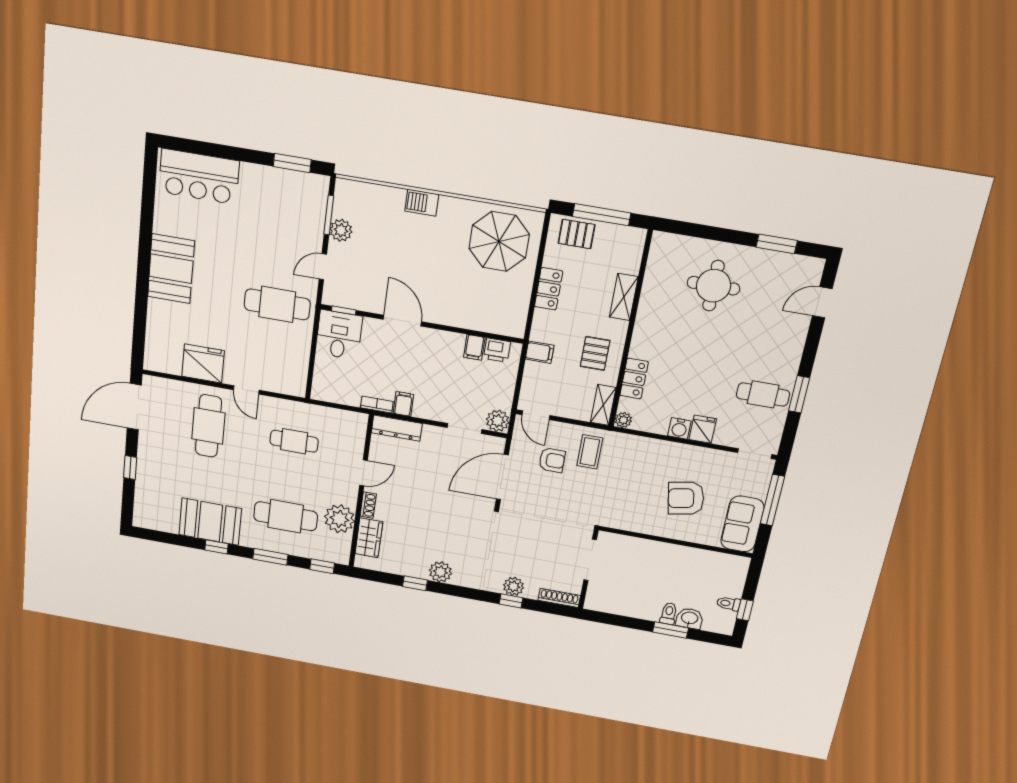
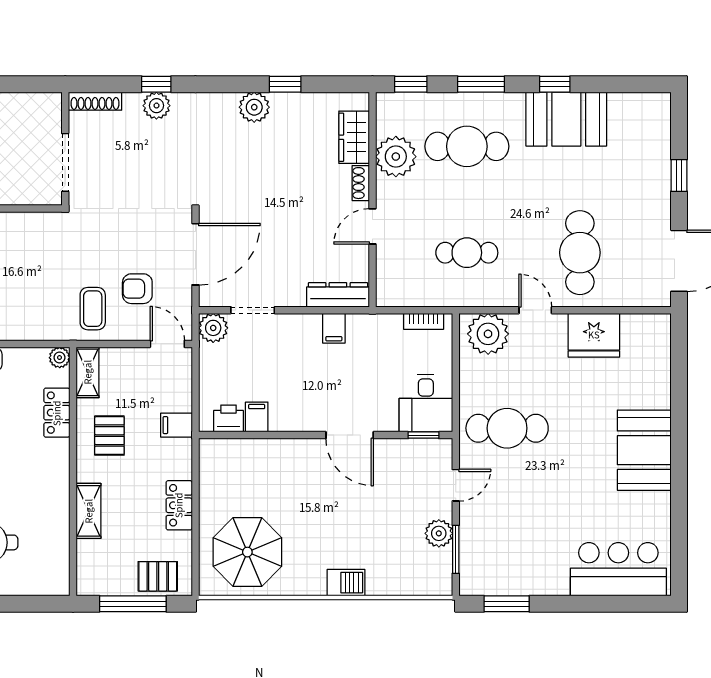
plant: (284, 379) -> (488, 334), added
bookcase: (377, 405) -> (424, 321), moved

